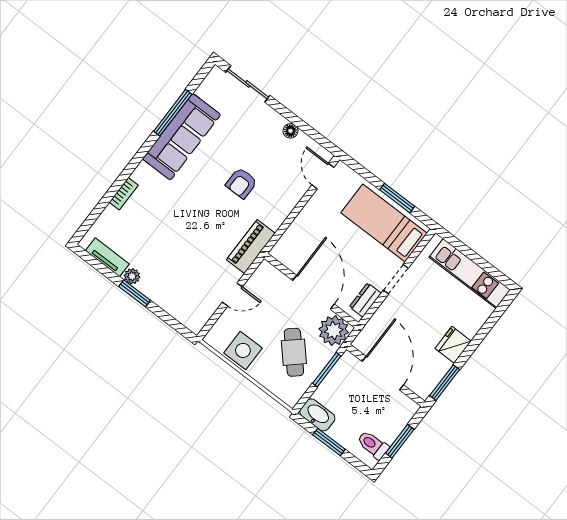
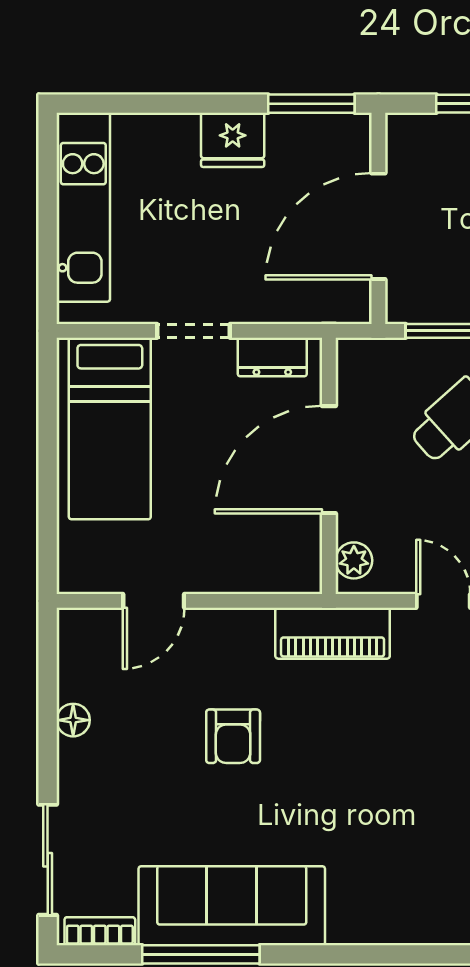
door: (323, 176) -> (154, 601), moved
armchair: (241, 183) -> (233, 736), turned 90
bookcase: (124, 194) -> (100, 931), moved
window: (397, 198) -> (48, 439), removed
plant: (334, 331) -> (354, 560), moved, width x0.53, depth x0.53

